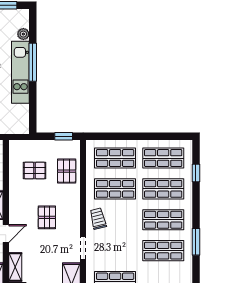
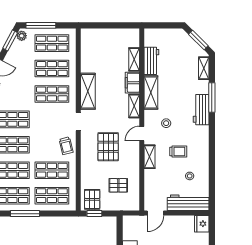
window: (148, 136) -> (25, 214), added
pallet: (67, 171) -> (92, 199), moved
pallet: (47, 217) -> (108, 147), width x1.50, depth x1.42

